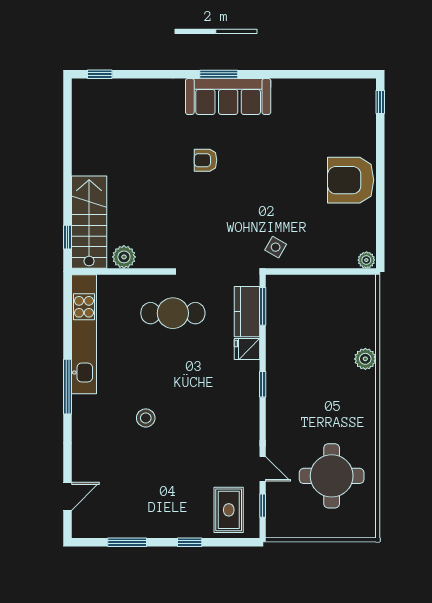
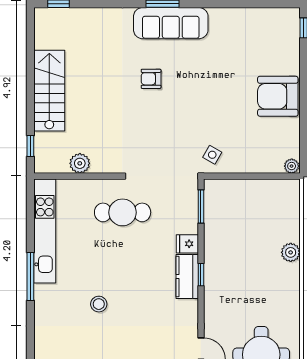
stairs: (89, 222) -> (49, 91), moved
kitchen counter: (247, 312) -> (187, 277), moved

